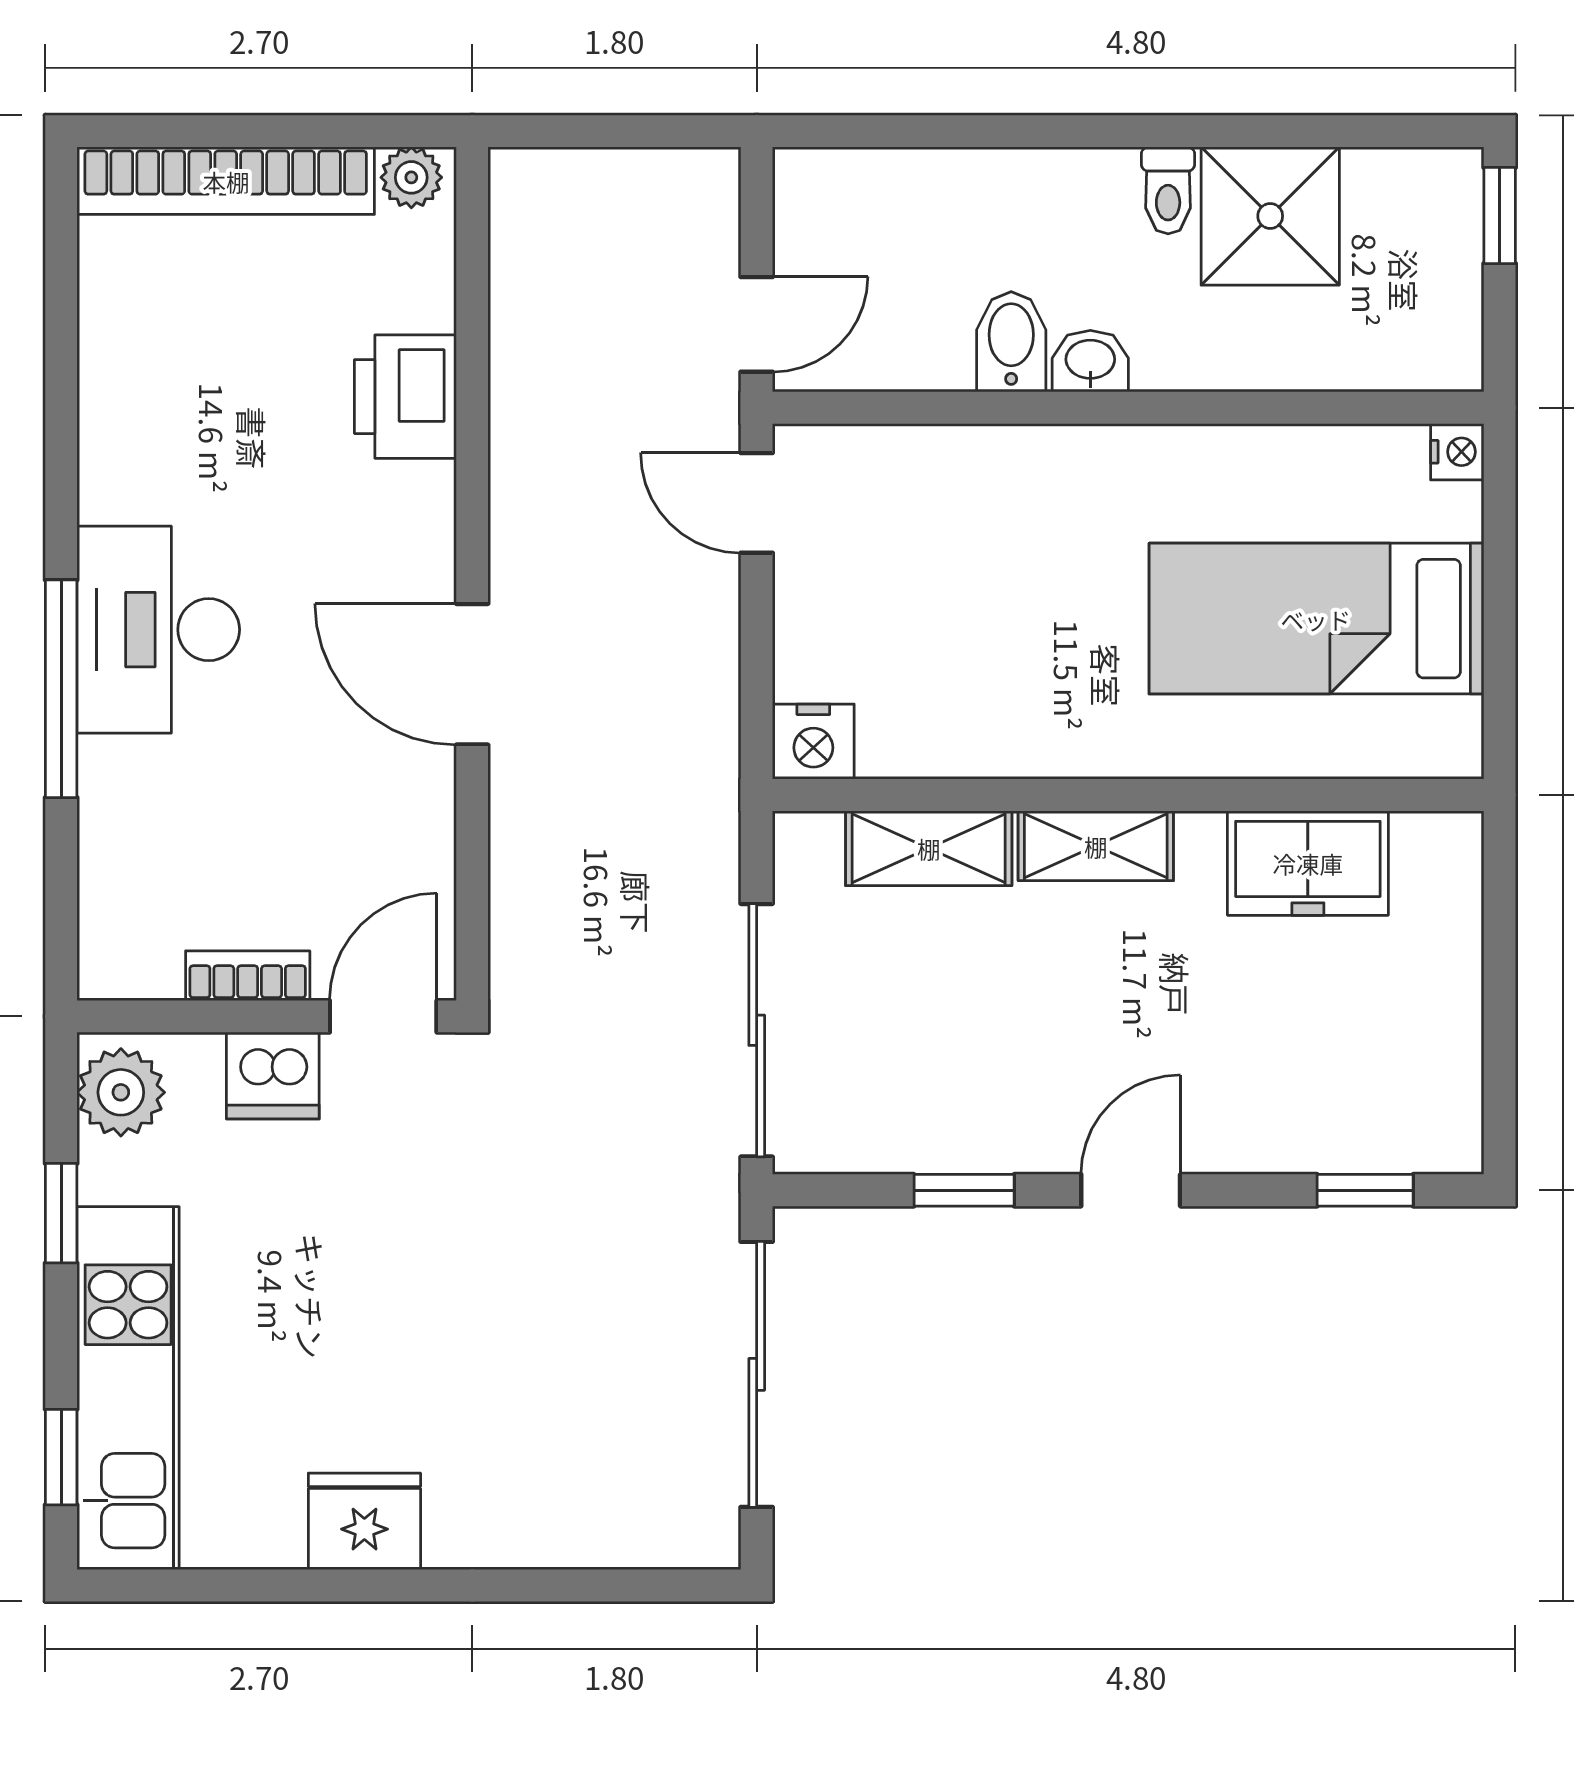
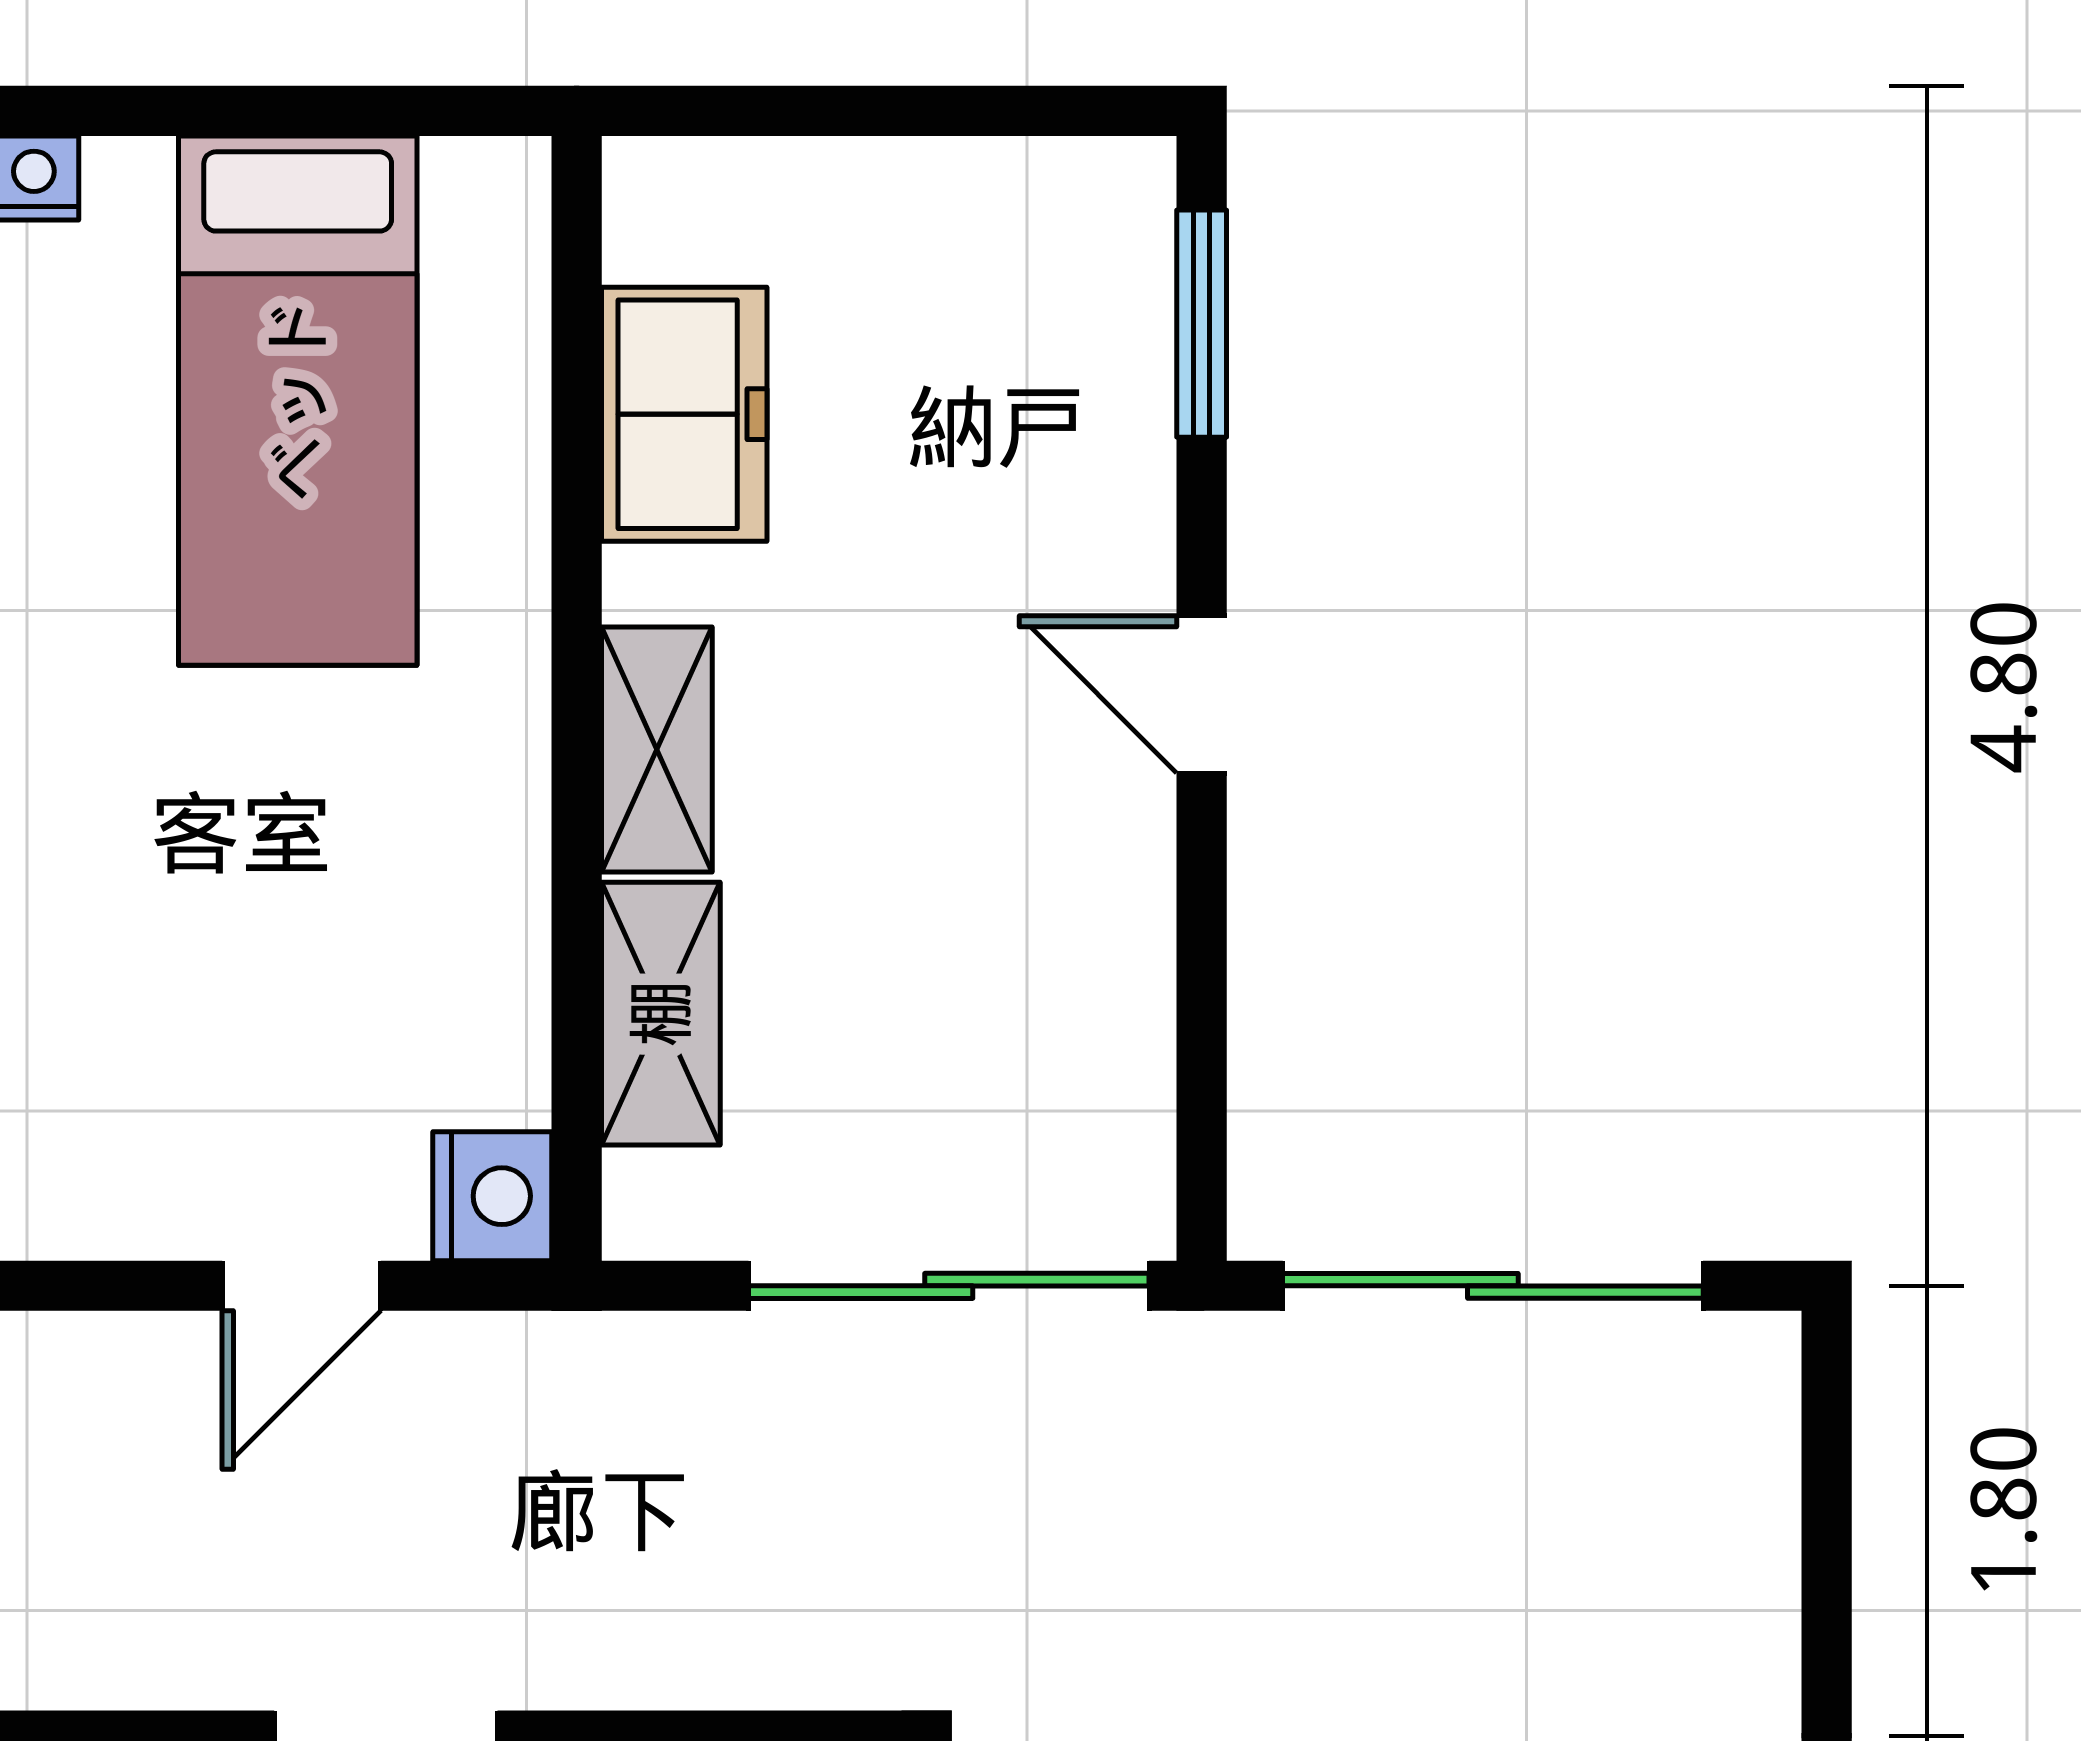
door: (757, 503) -> (301, 1286), moved
window: (964, 1190) -> (1202, 958), removed
window: (1365, 1190) -> (1202, 324), width x1.50

